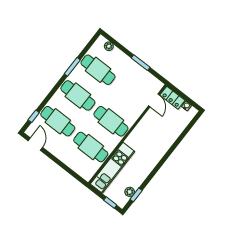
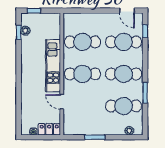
door: (154, 100) -> (62, 102), moved
kitchen unit: (113, 168) -> (53, 66), moved

